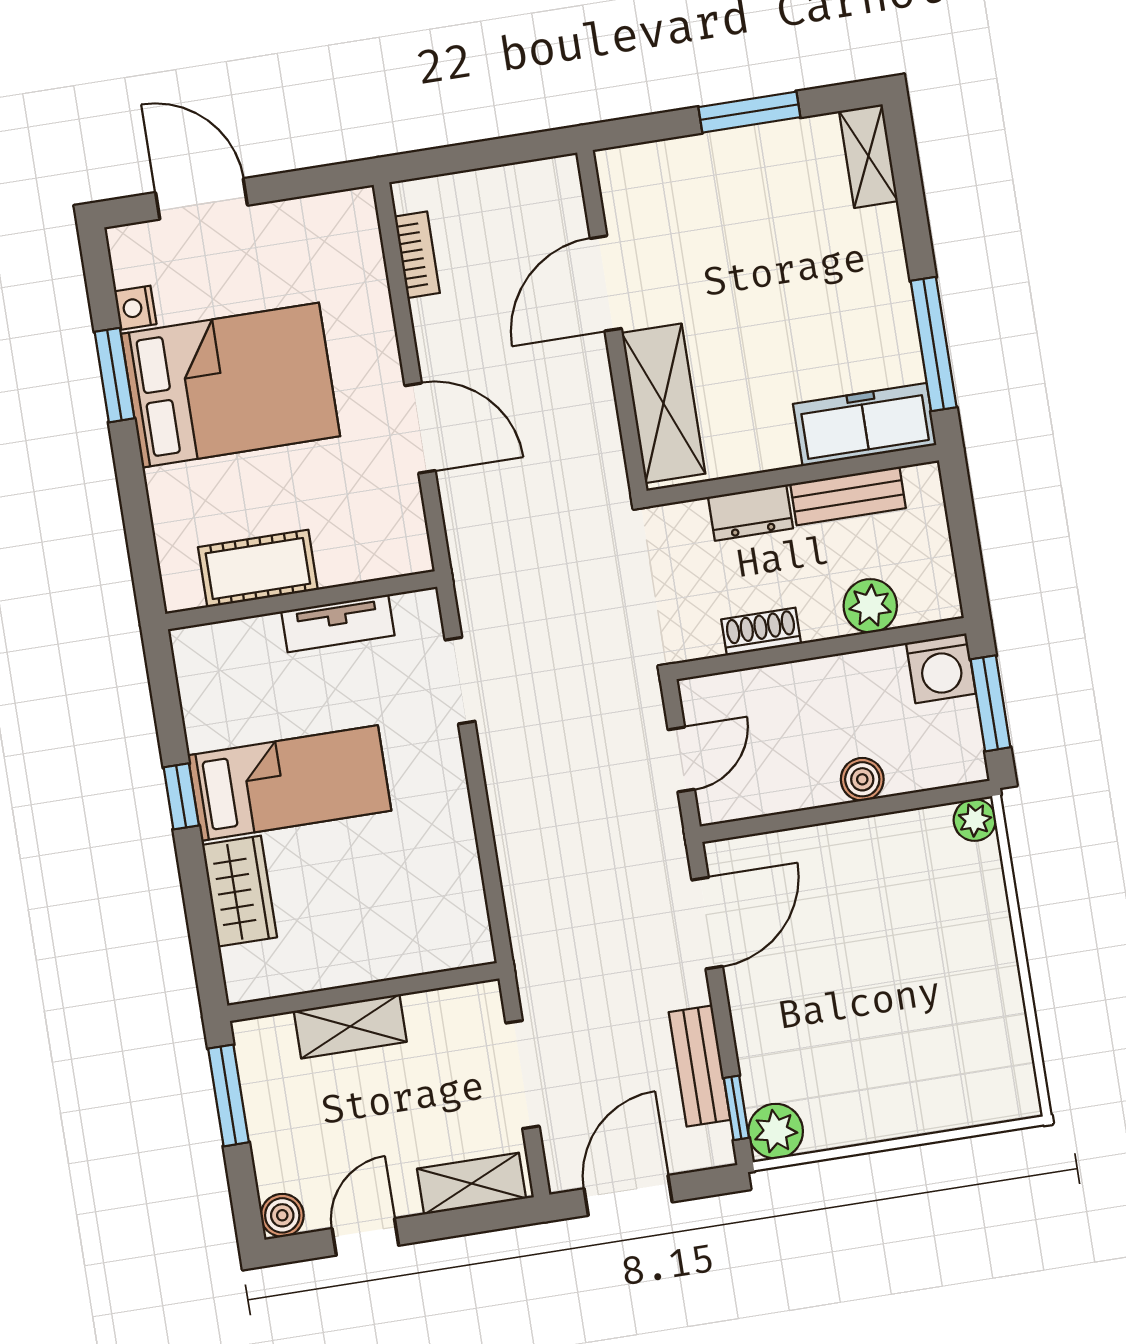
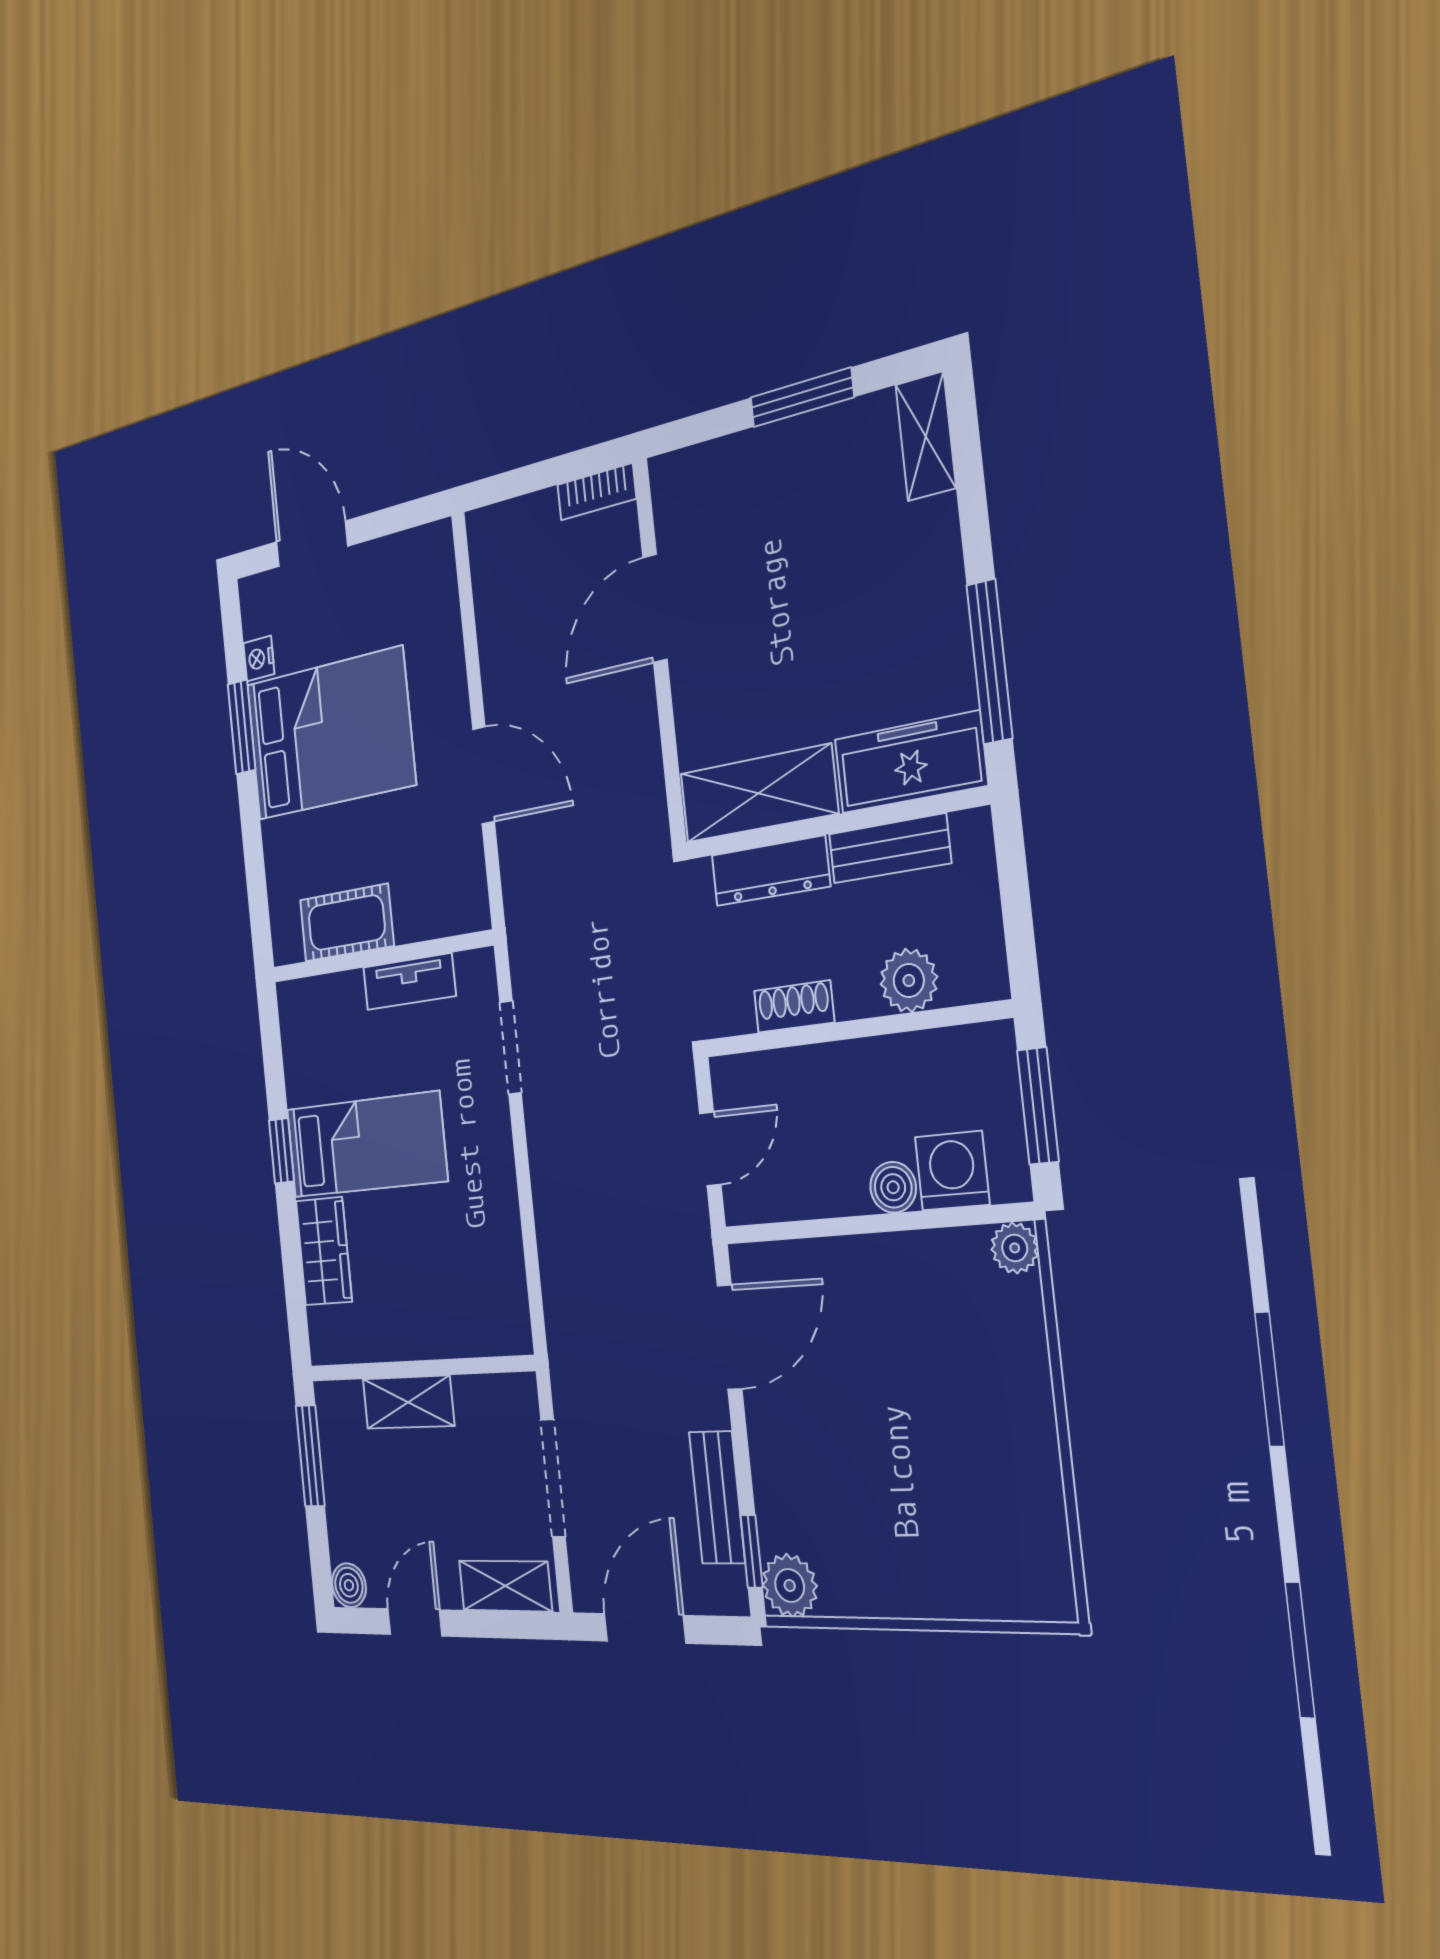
bookcase: (417, 255) -> (597, 492), moved, turned 90
shelving: (663, 403) -> (758, 794), moved, turned 90
dresser: (750, 513) -> (770, 871), width x1.44
washing machine: (941, 668) -> (952, 1171), moved, turned 180

